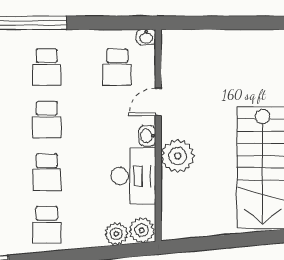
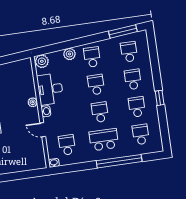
school desk: (47, 67) -> (104, 140), width x1.85
door: (158, 102) -> (43, 130), swing flipped
plant: (178, 156) -> (33, 102), width x0.53, depth x0.53
plant: (116, 234) -> (69, 54), moved

